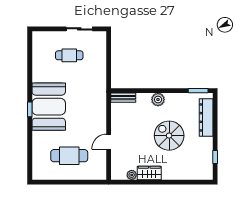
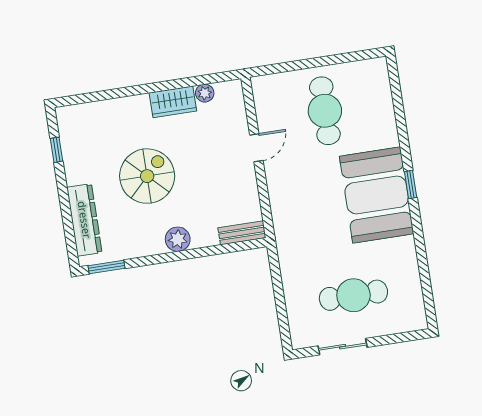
cafe table: (69, 55) -> (353, 295), width x1.37, depth x1.35
spiral stairs: (169, 136) -> (147, 176), turned -90
cafe table: (69, 156) -> (325, 111), turned 90

